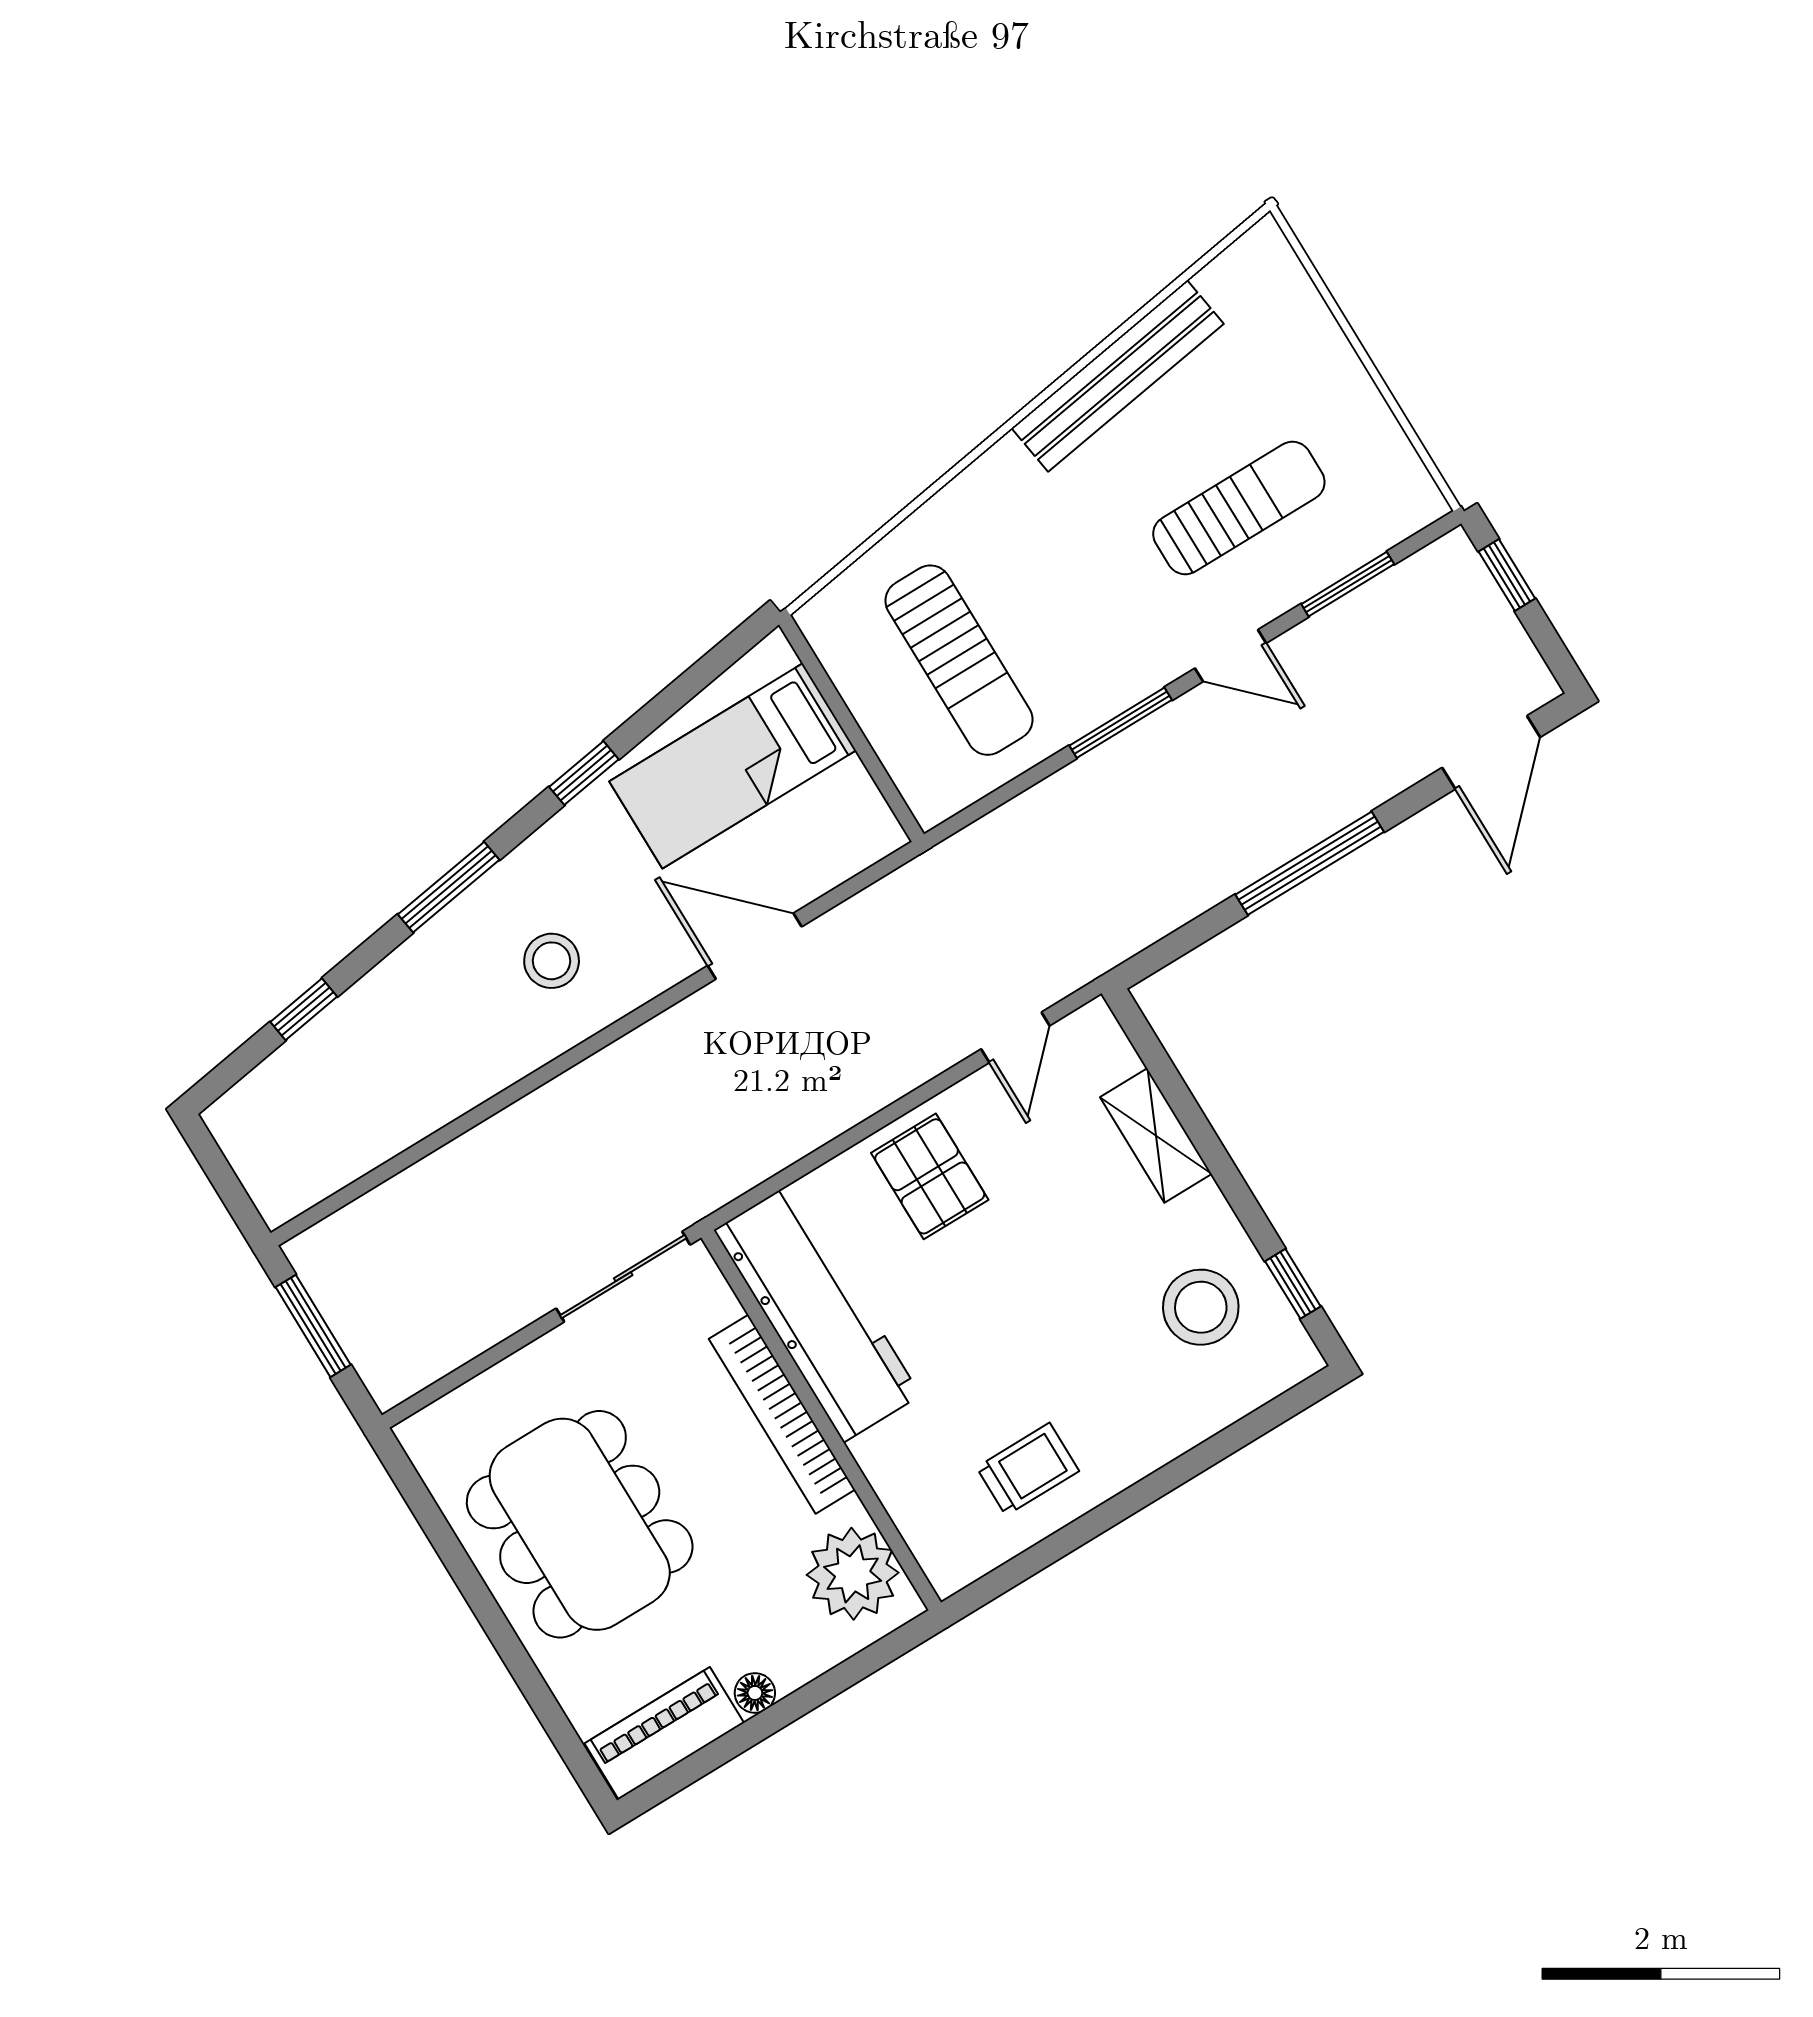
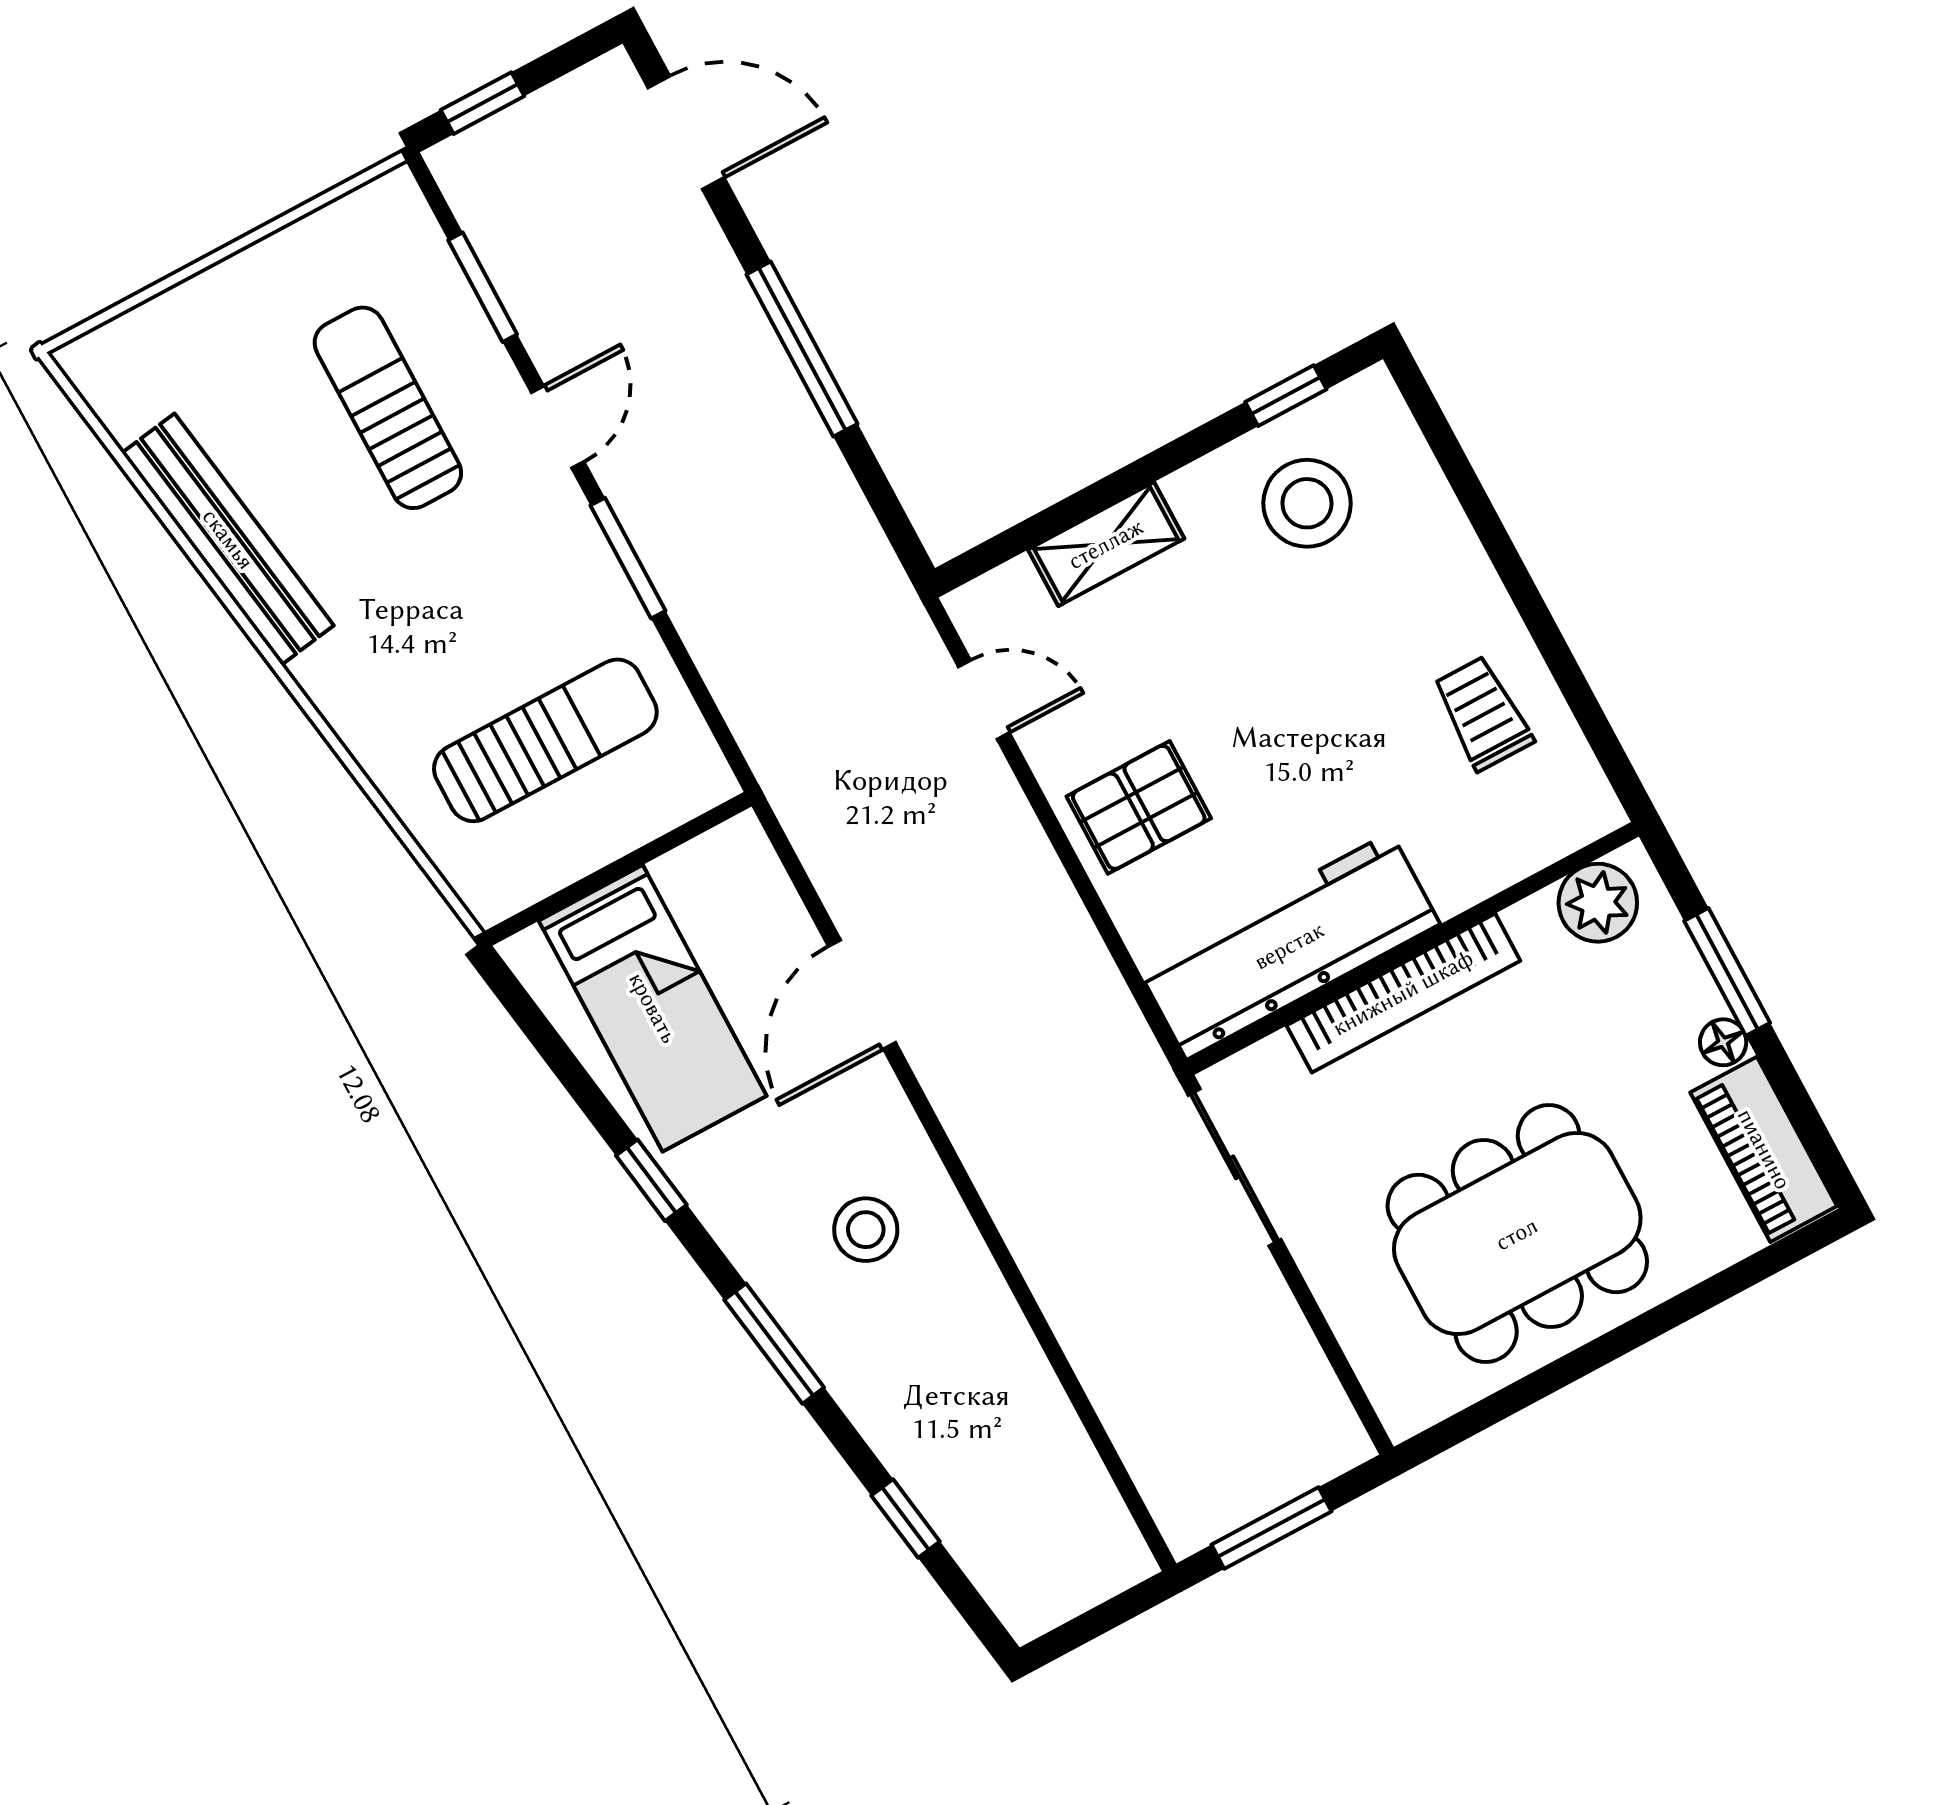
plant: (853, 1574) -> (1598, 903), width x0.73, depth x0.73
window: (816, 1693) -> (1727, 972), added

